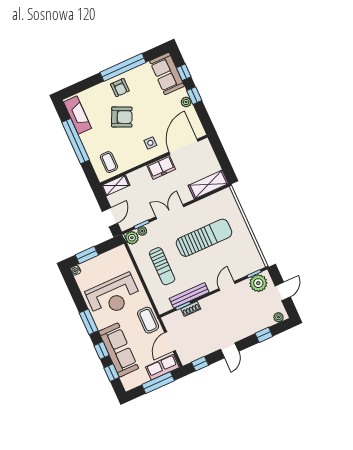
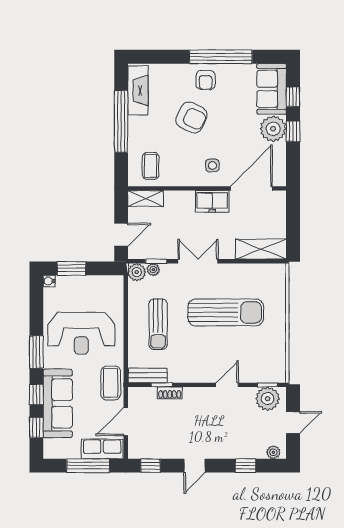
plant: (186, 102) -> (273, 129), width x1.88, depth x1.88
bench: (189, 295) -> (148, 375), moved, width x0.73

